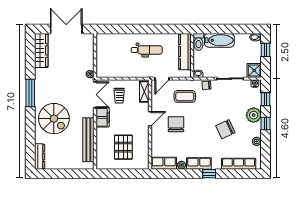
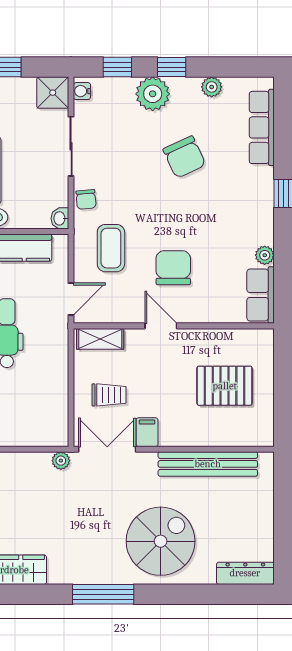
door: (162, 79) -> (71, 299), hinge flipped
filing cabinet: (103, 117) -> (147, 432), width x0.50
chair: (176, 124) -> (173, 268), turned 90
row of seats: (199, 163) -> (261, 216), removed

